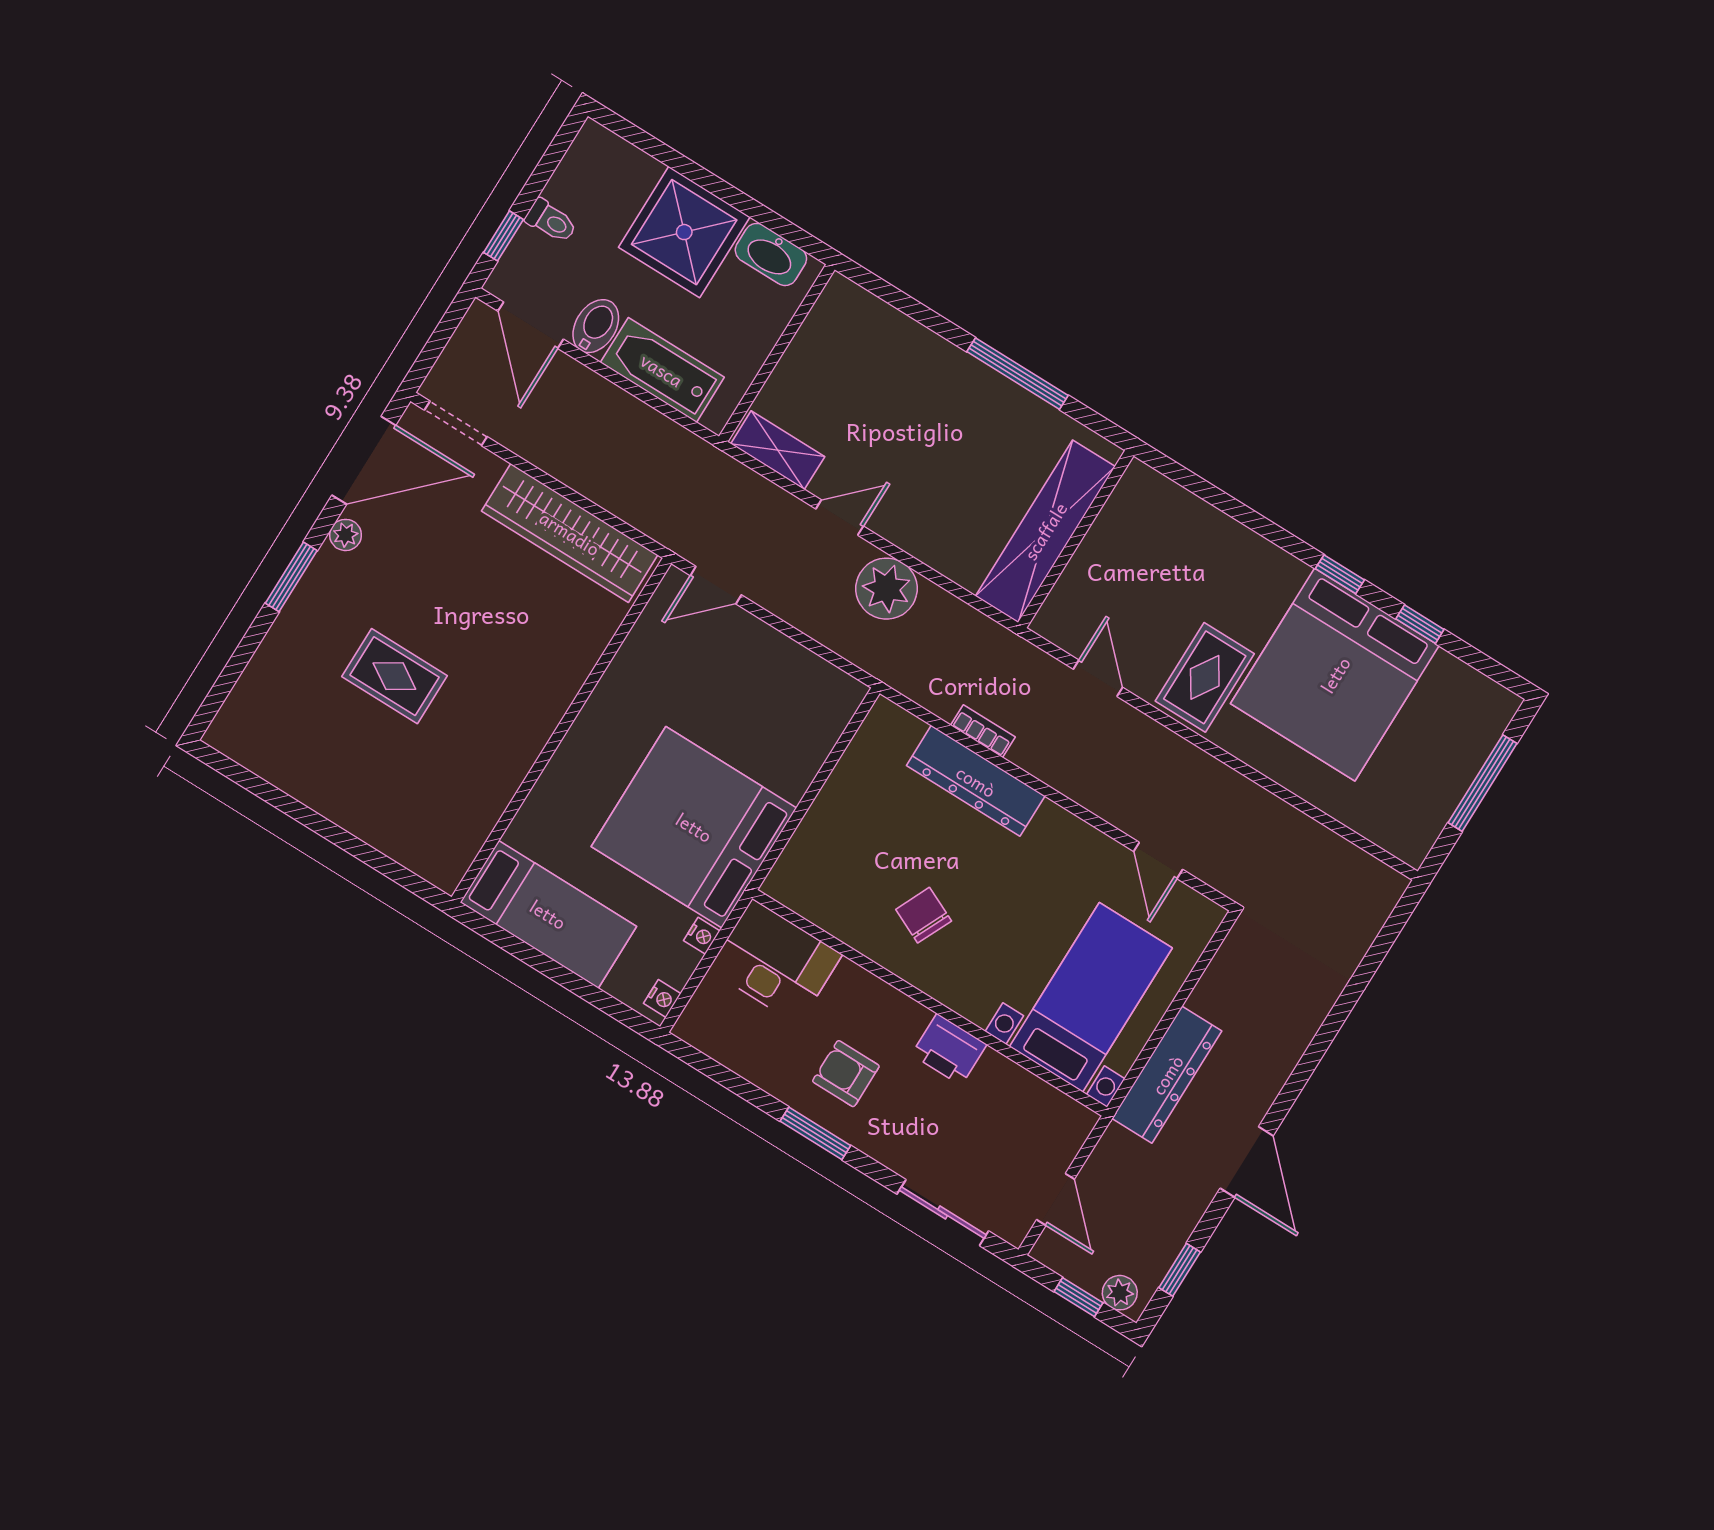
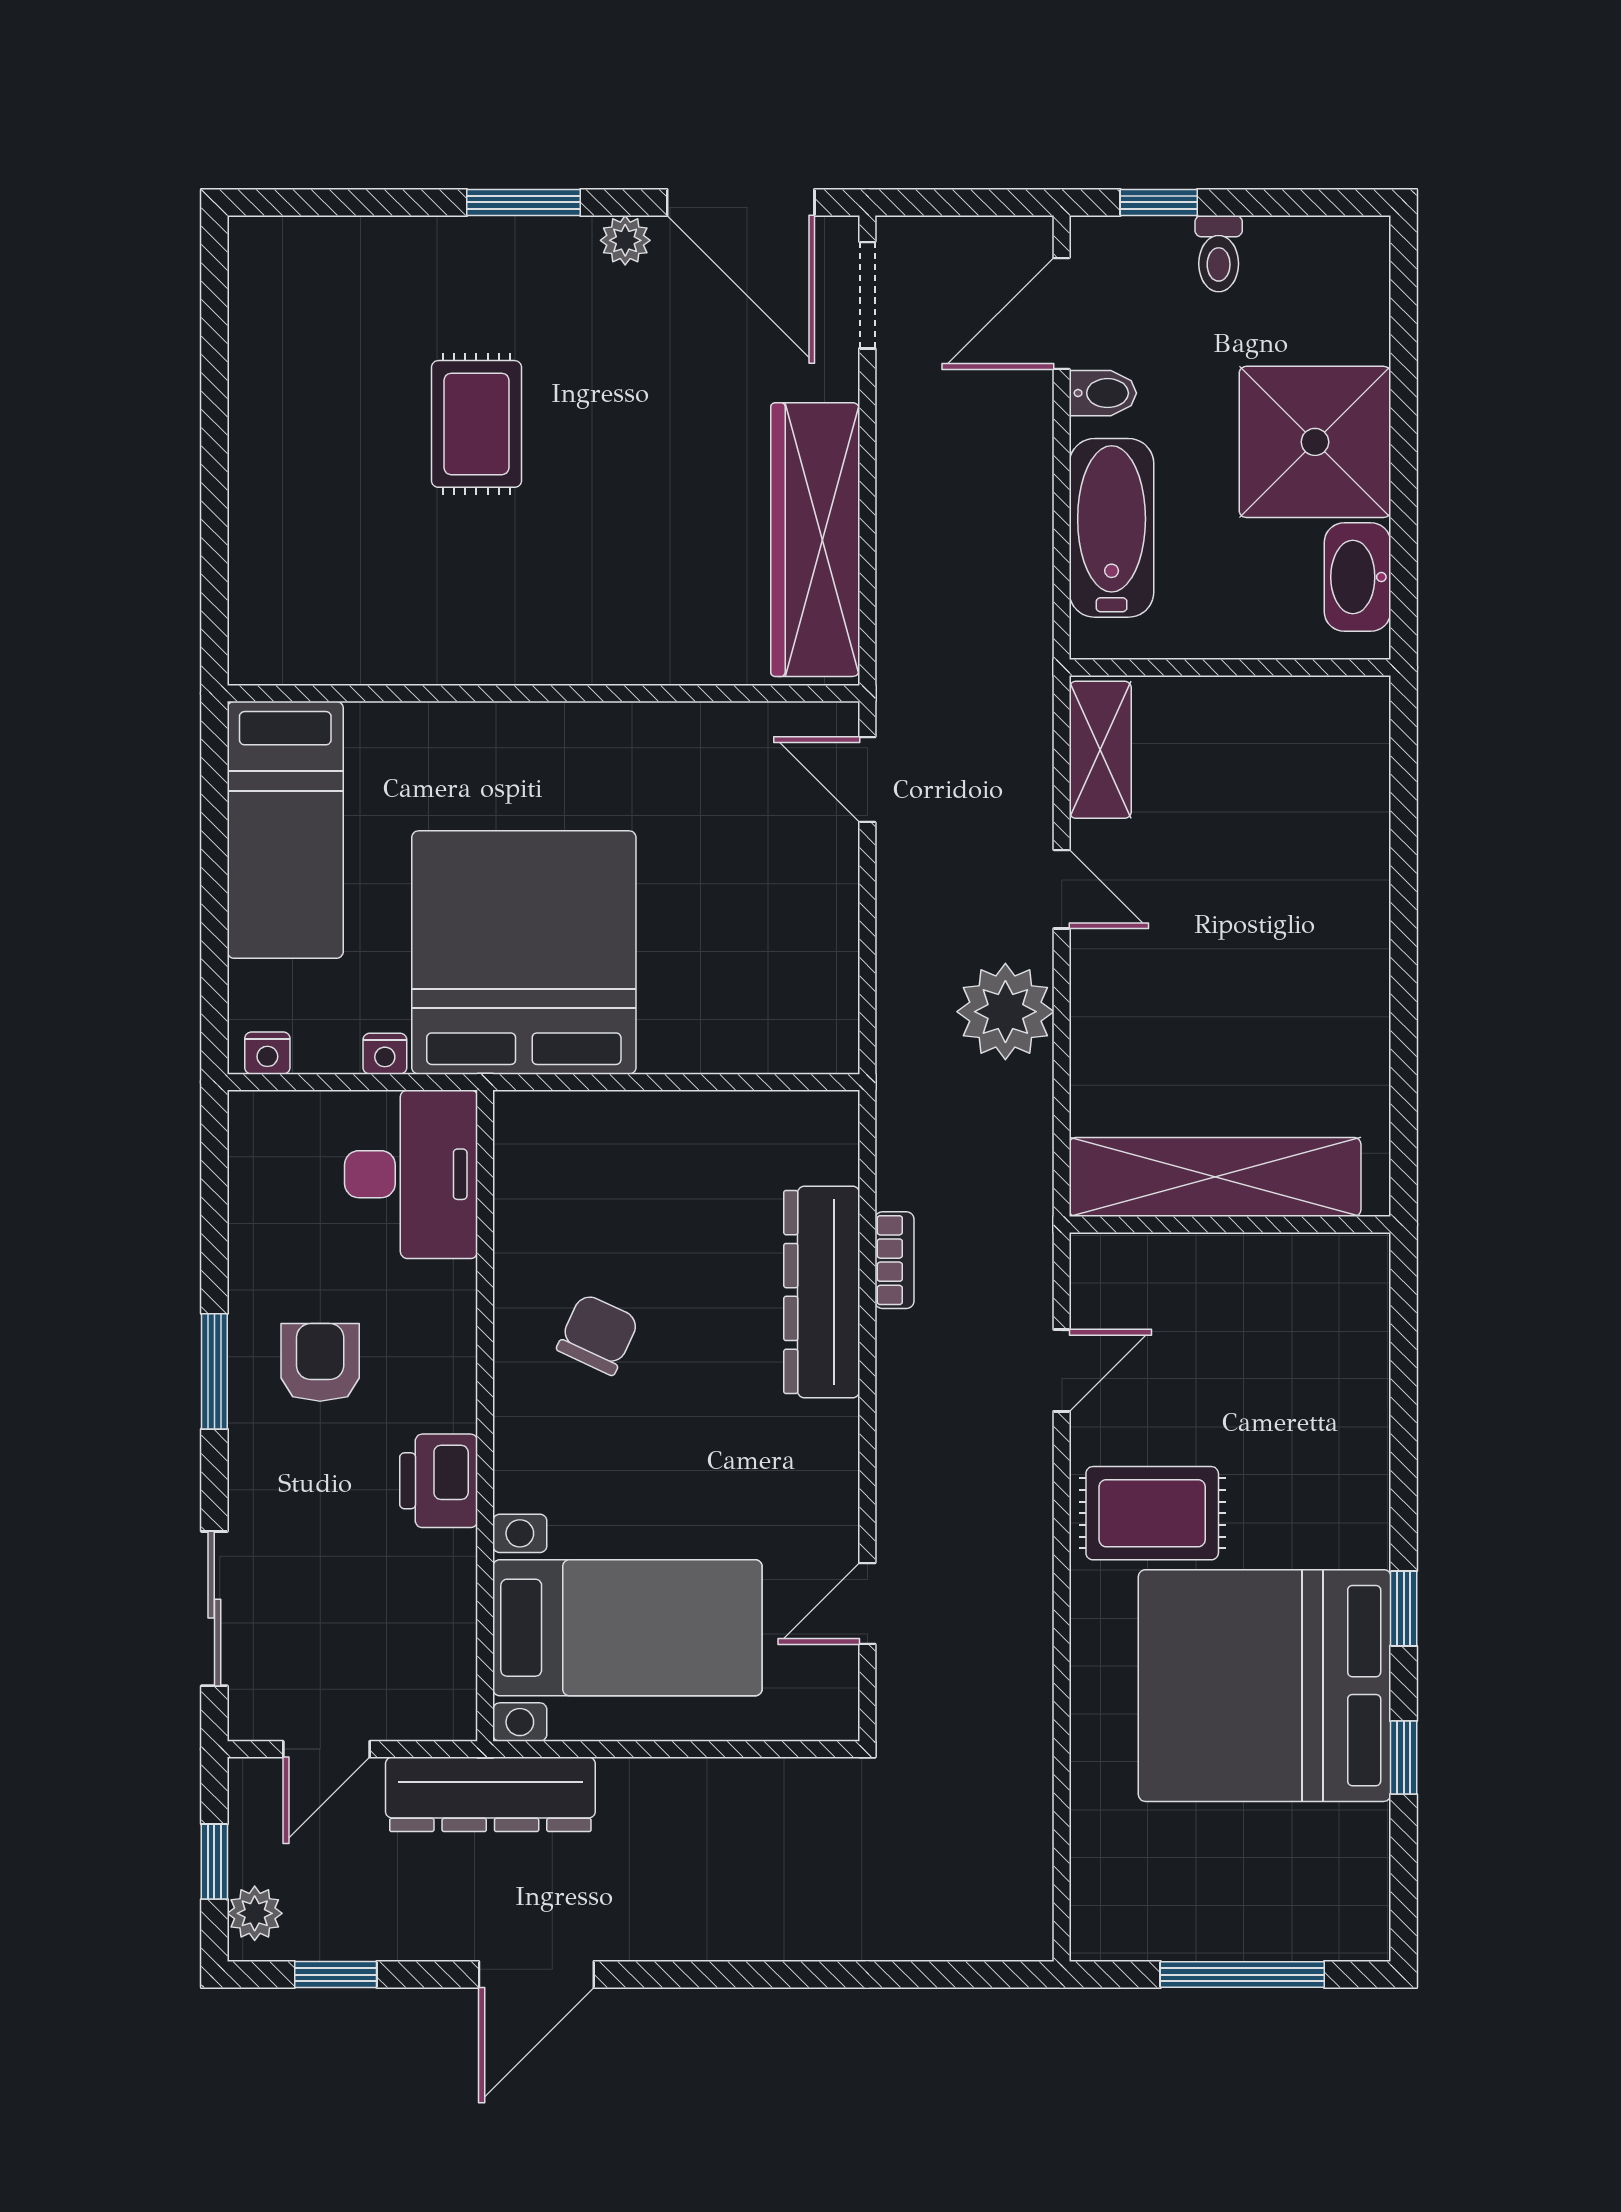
bidet: (596, 326) -> (1103, 393), width x0.72, depth x0.74
window: (1017, 374) -> (1404, 1008), removed
dresser: (1167, 1075) -> (490, 1794), moved

